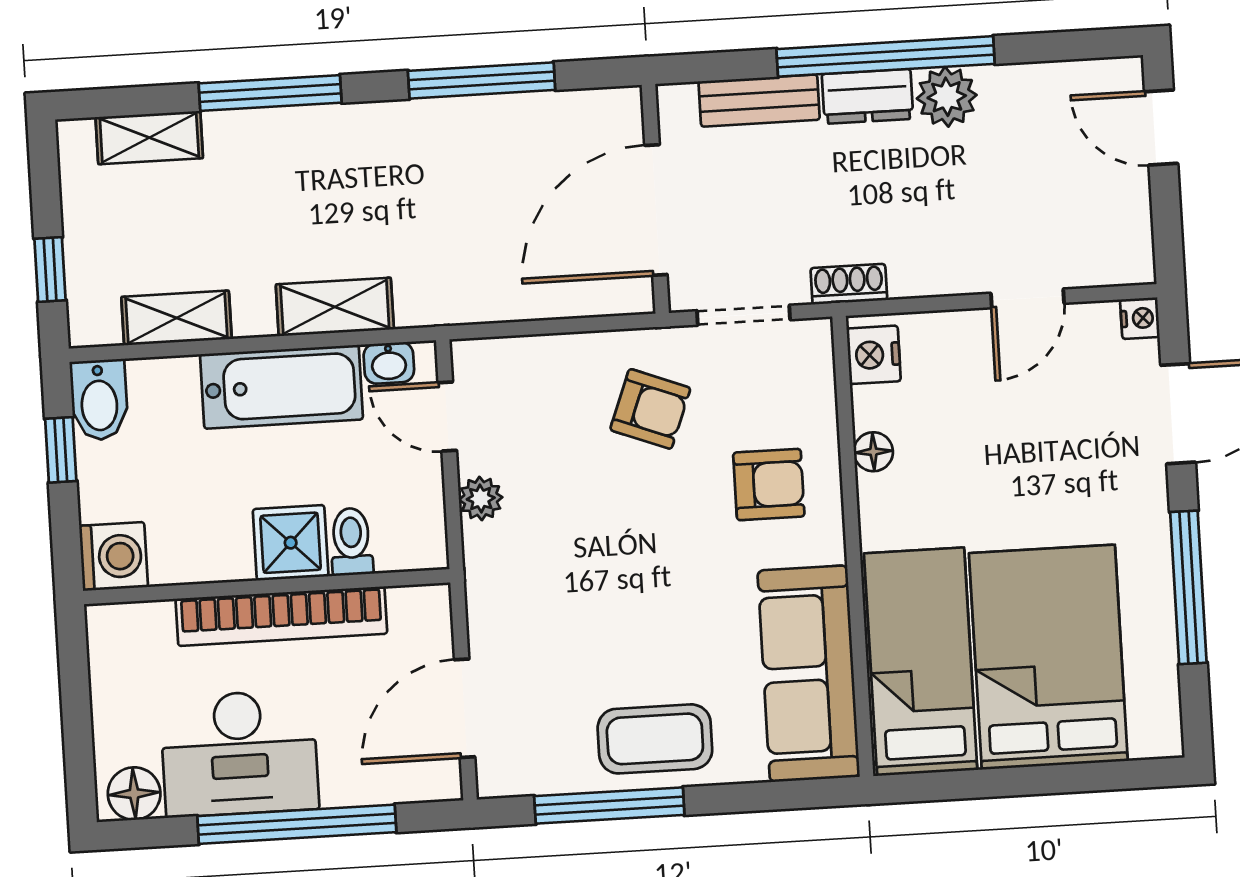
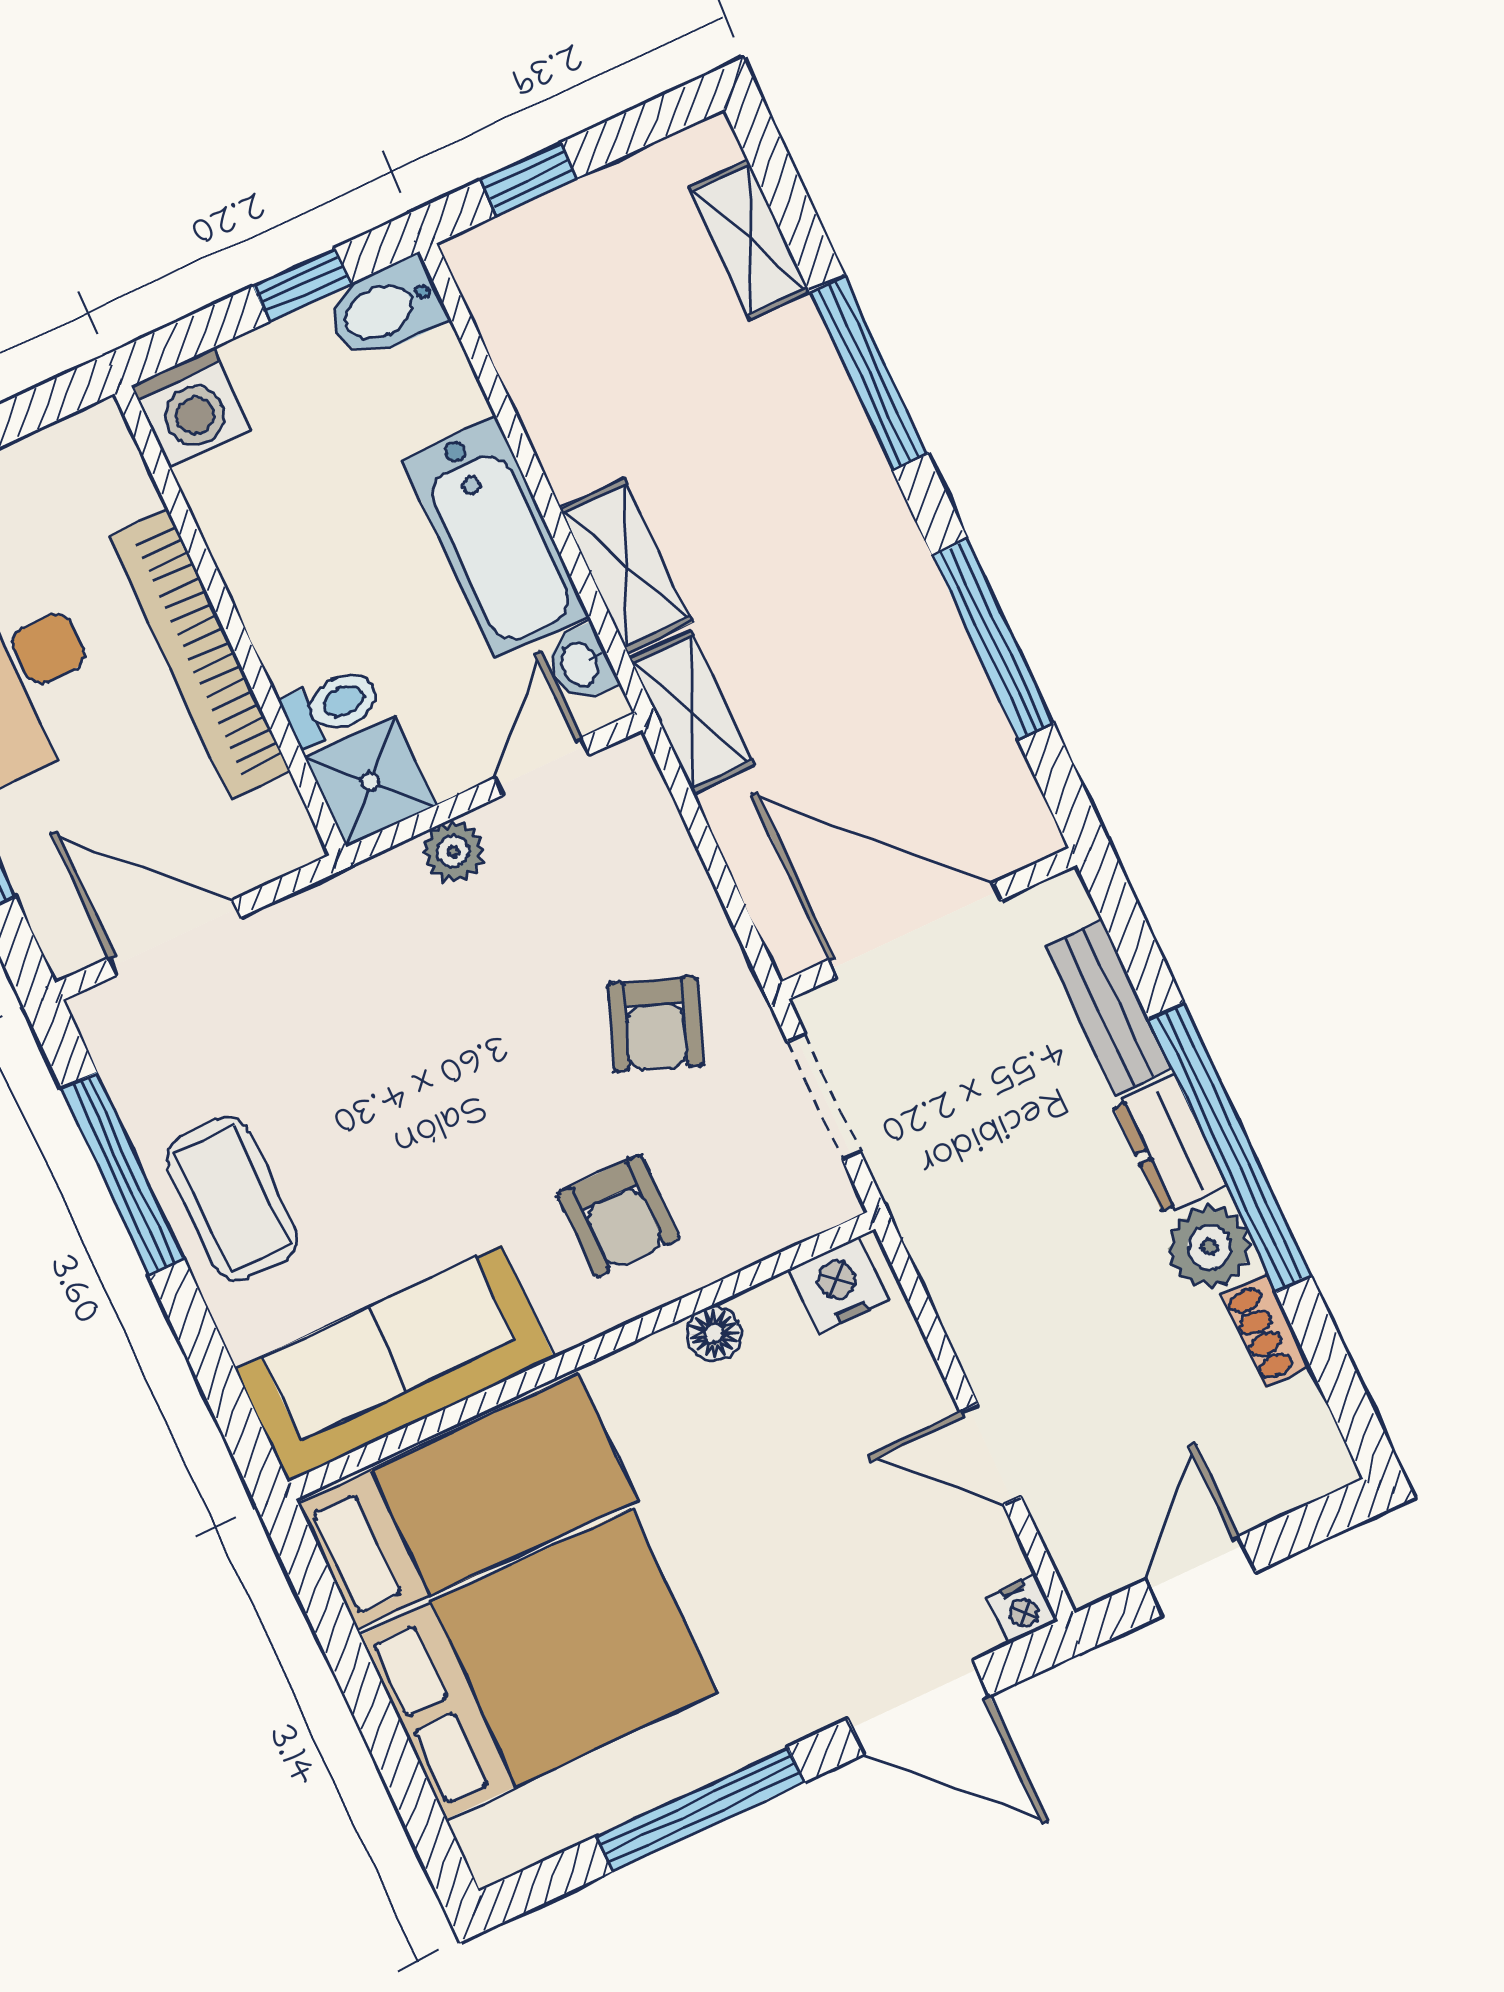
door: (1161, 127) -> (1200, 1576), moved
shoe rack: (849, 284) -> (1266, 1330), moved, turned 180
shelving: (176, 318) -> (692, 712), moved
shower: (291, 543) -> (370, 781), moved

